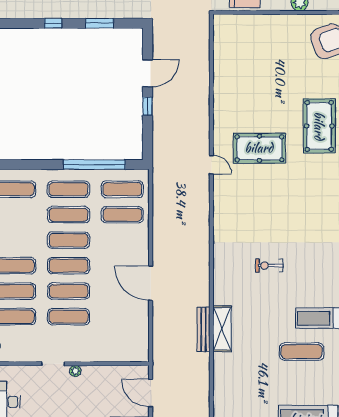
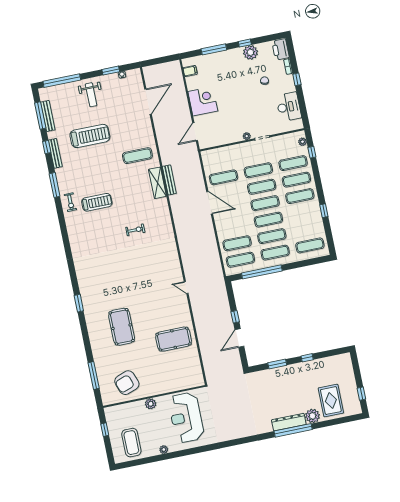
pool table: (259, 148) -> (174, 339), moved
exercise mat: (122, 317) -> (224, 177), added
exercise mat: (302, 352) -> (137, 156), moved
door: (151, 393) -> (195, 132), swing flipped

